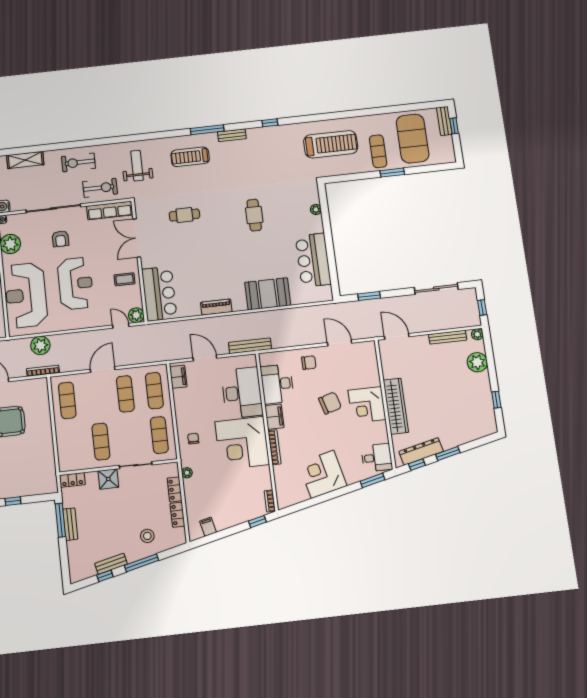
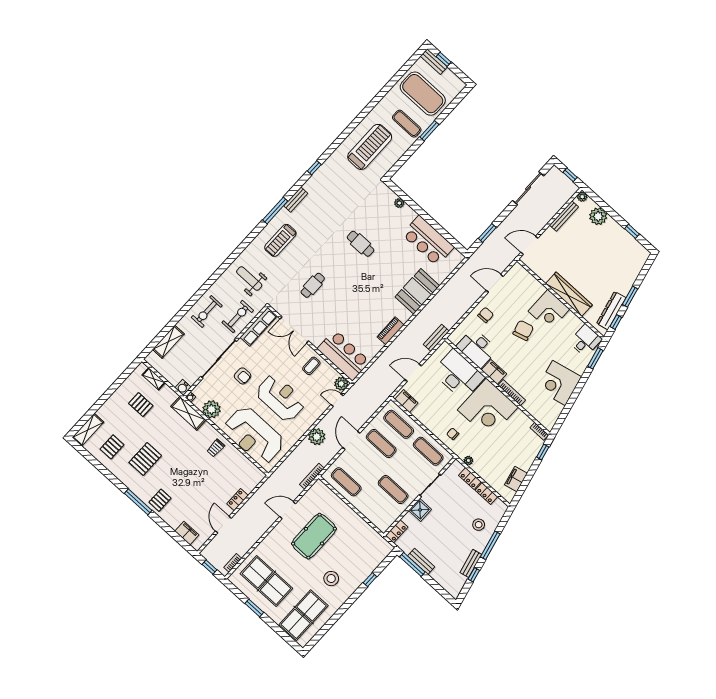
plant: (40, 345) -> (317, 437), moved
bench: (250, 346) -> (436, 338), width x0.73
filing cabinet: (208, 527) -> (516, 479), width x2.00

